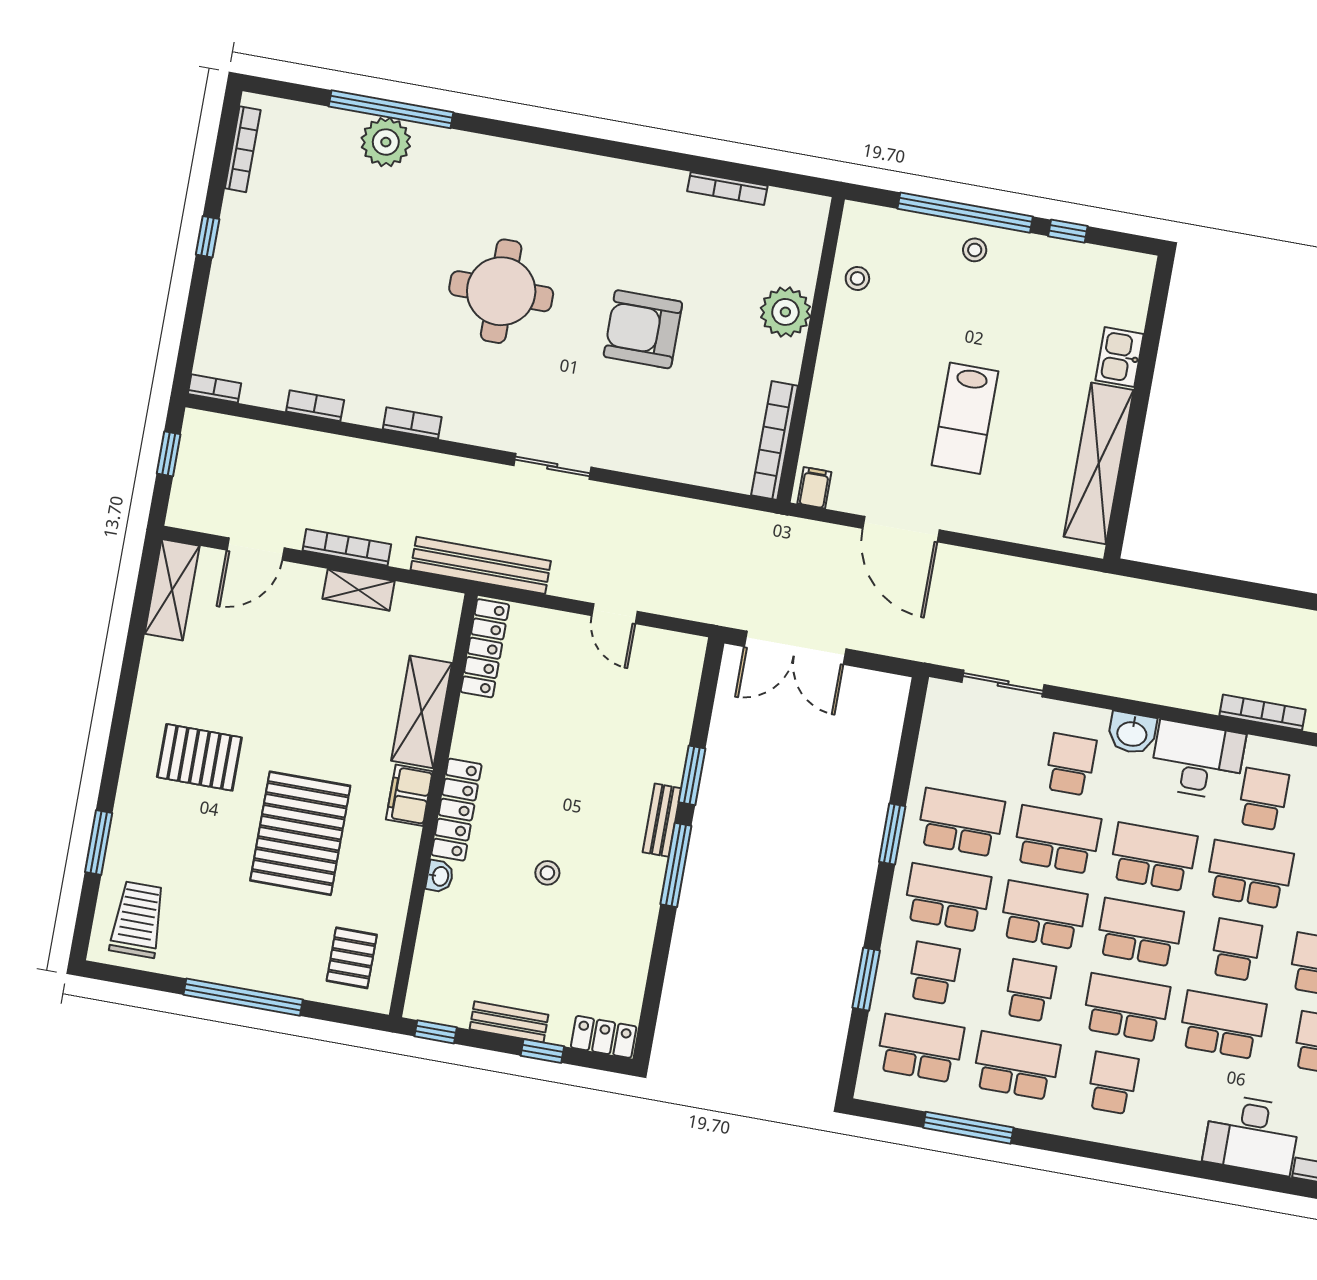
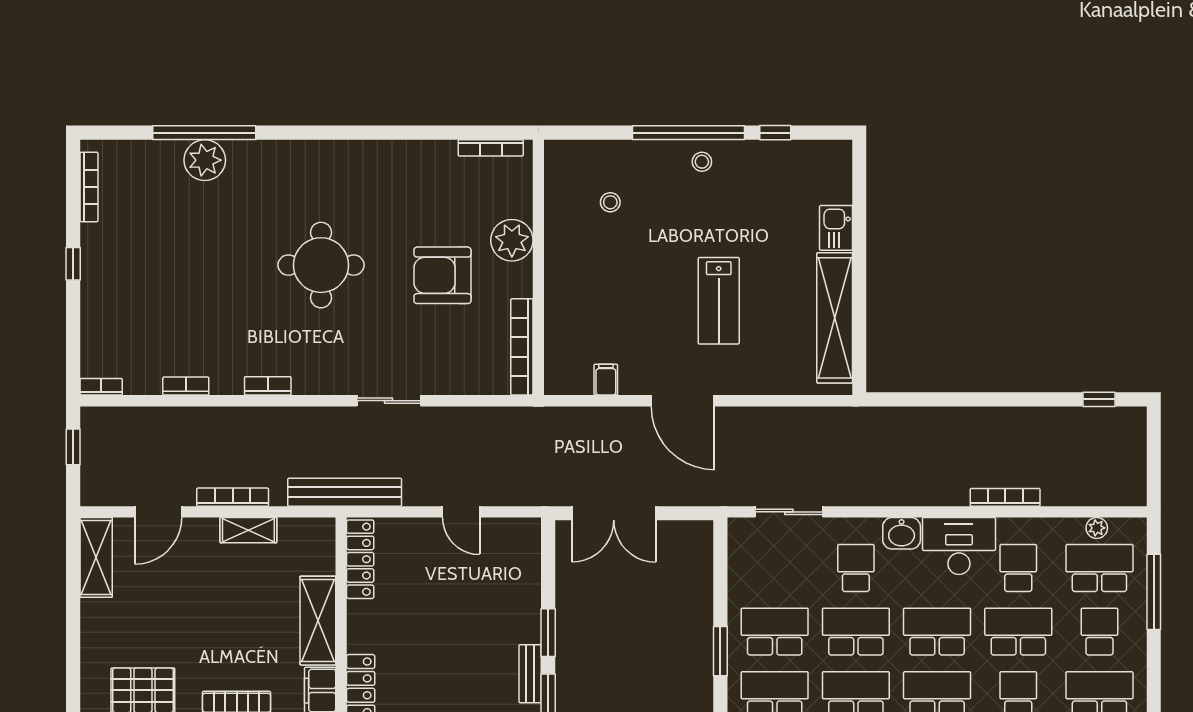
plant: (785, 312) -> (512, 240), moved
wall: (811, 350) -> (538, 267), moved
bookcase: (775, 440) -> (522, 347), moved

